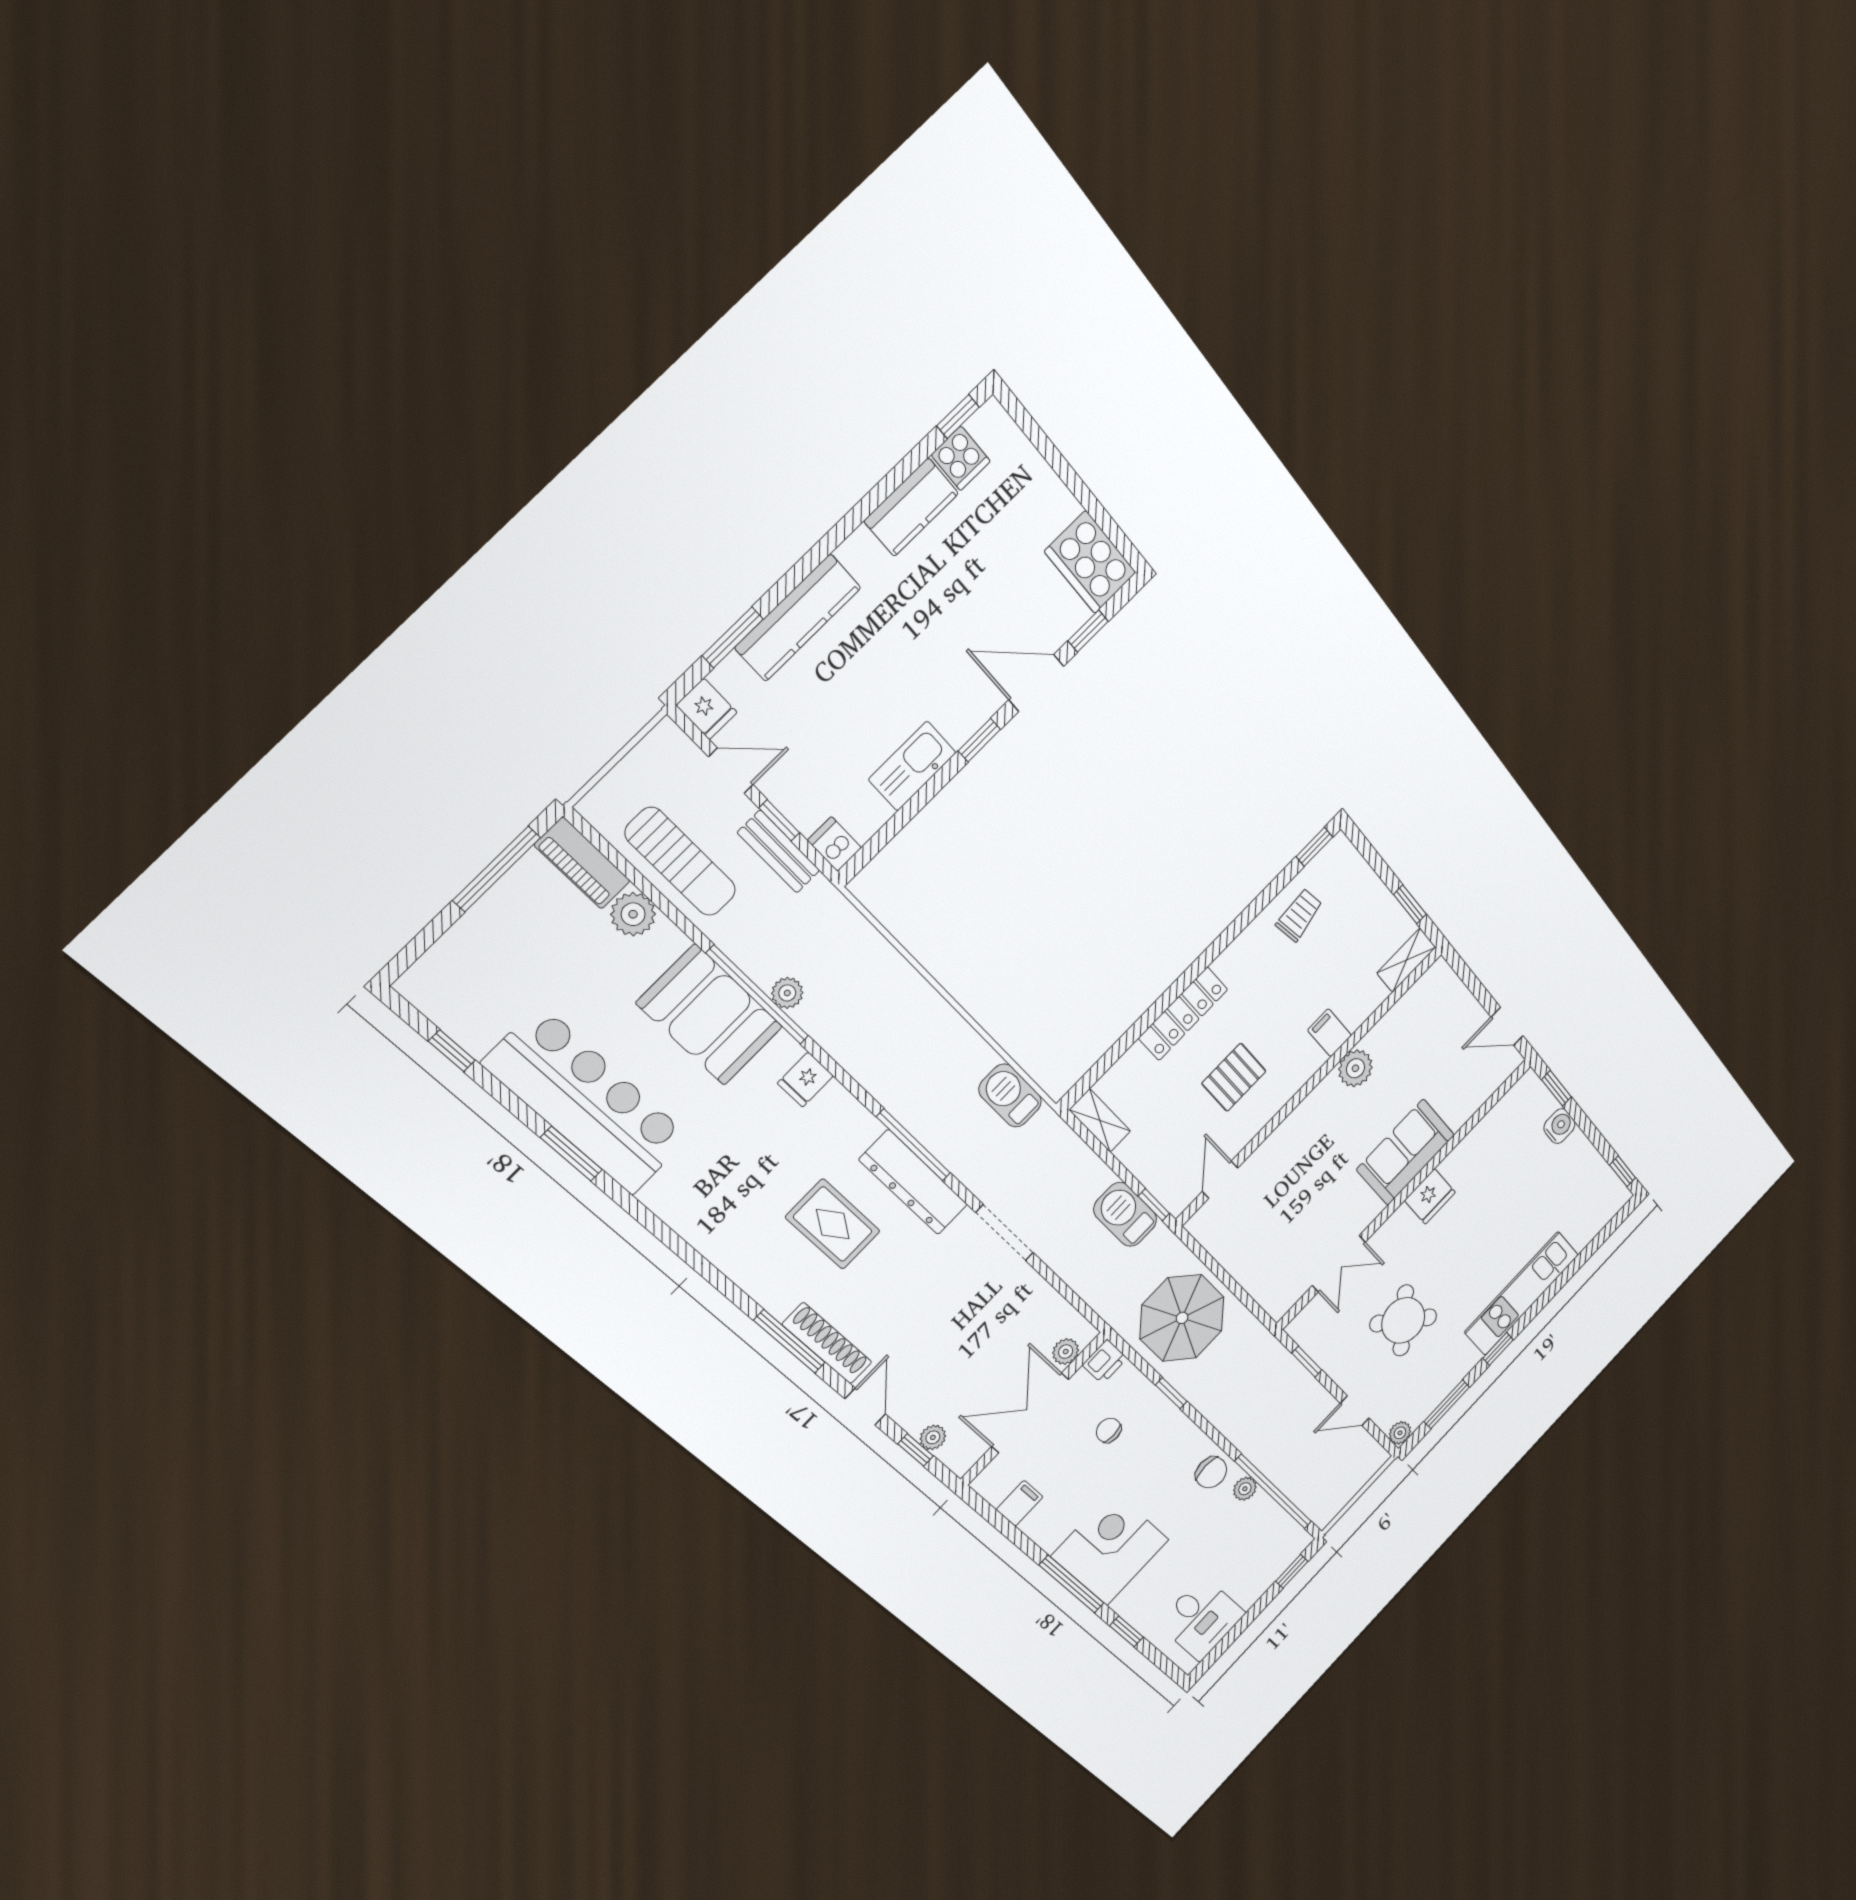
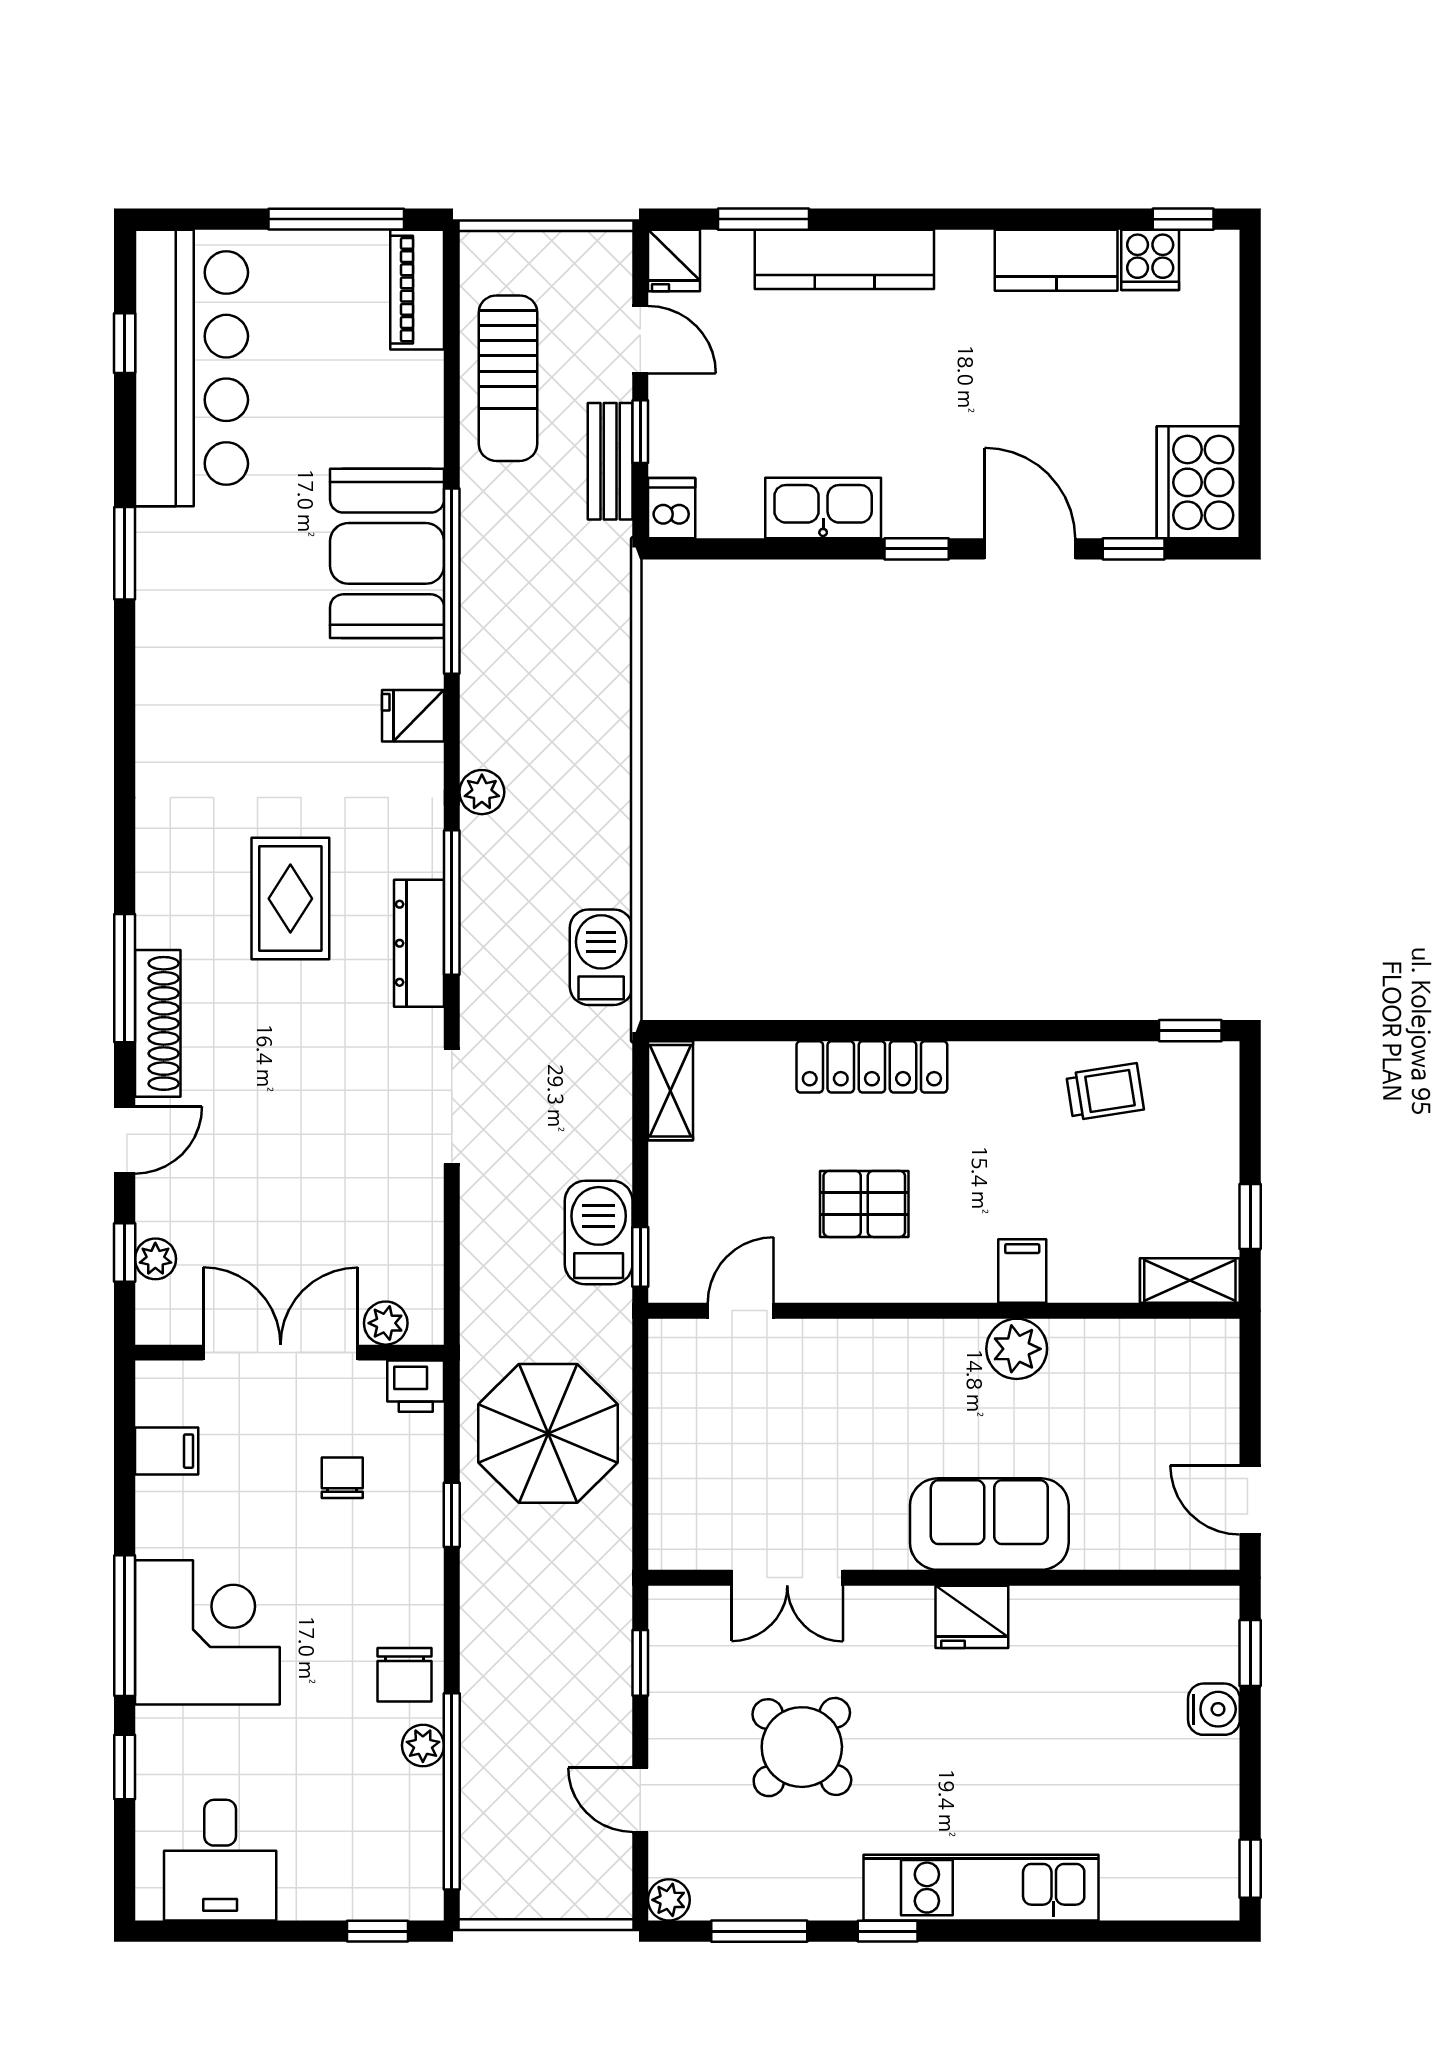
plant: (633, 914) -> (414, 383), removed
plant: (787, 993) -> (482, 792), moved
bar counter: (587, 1101) -> (191, 368), moved
dresser: (913, 1182) -> (419, 943), width x0.73, depth x0.80

